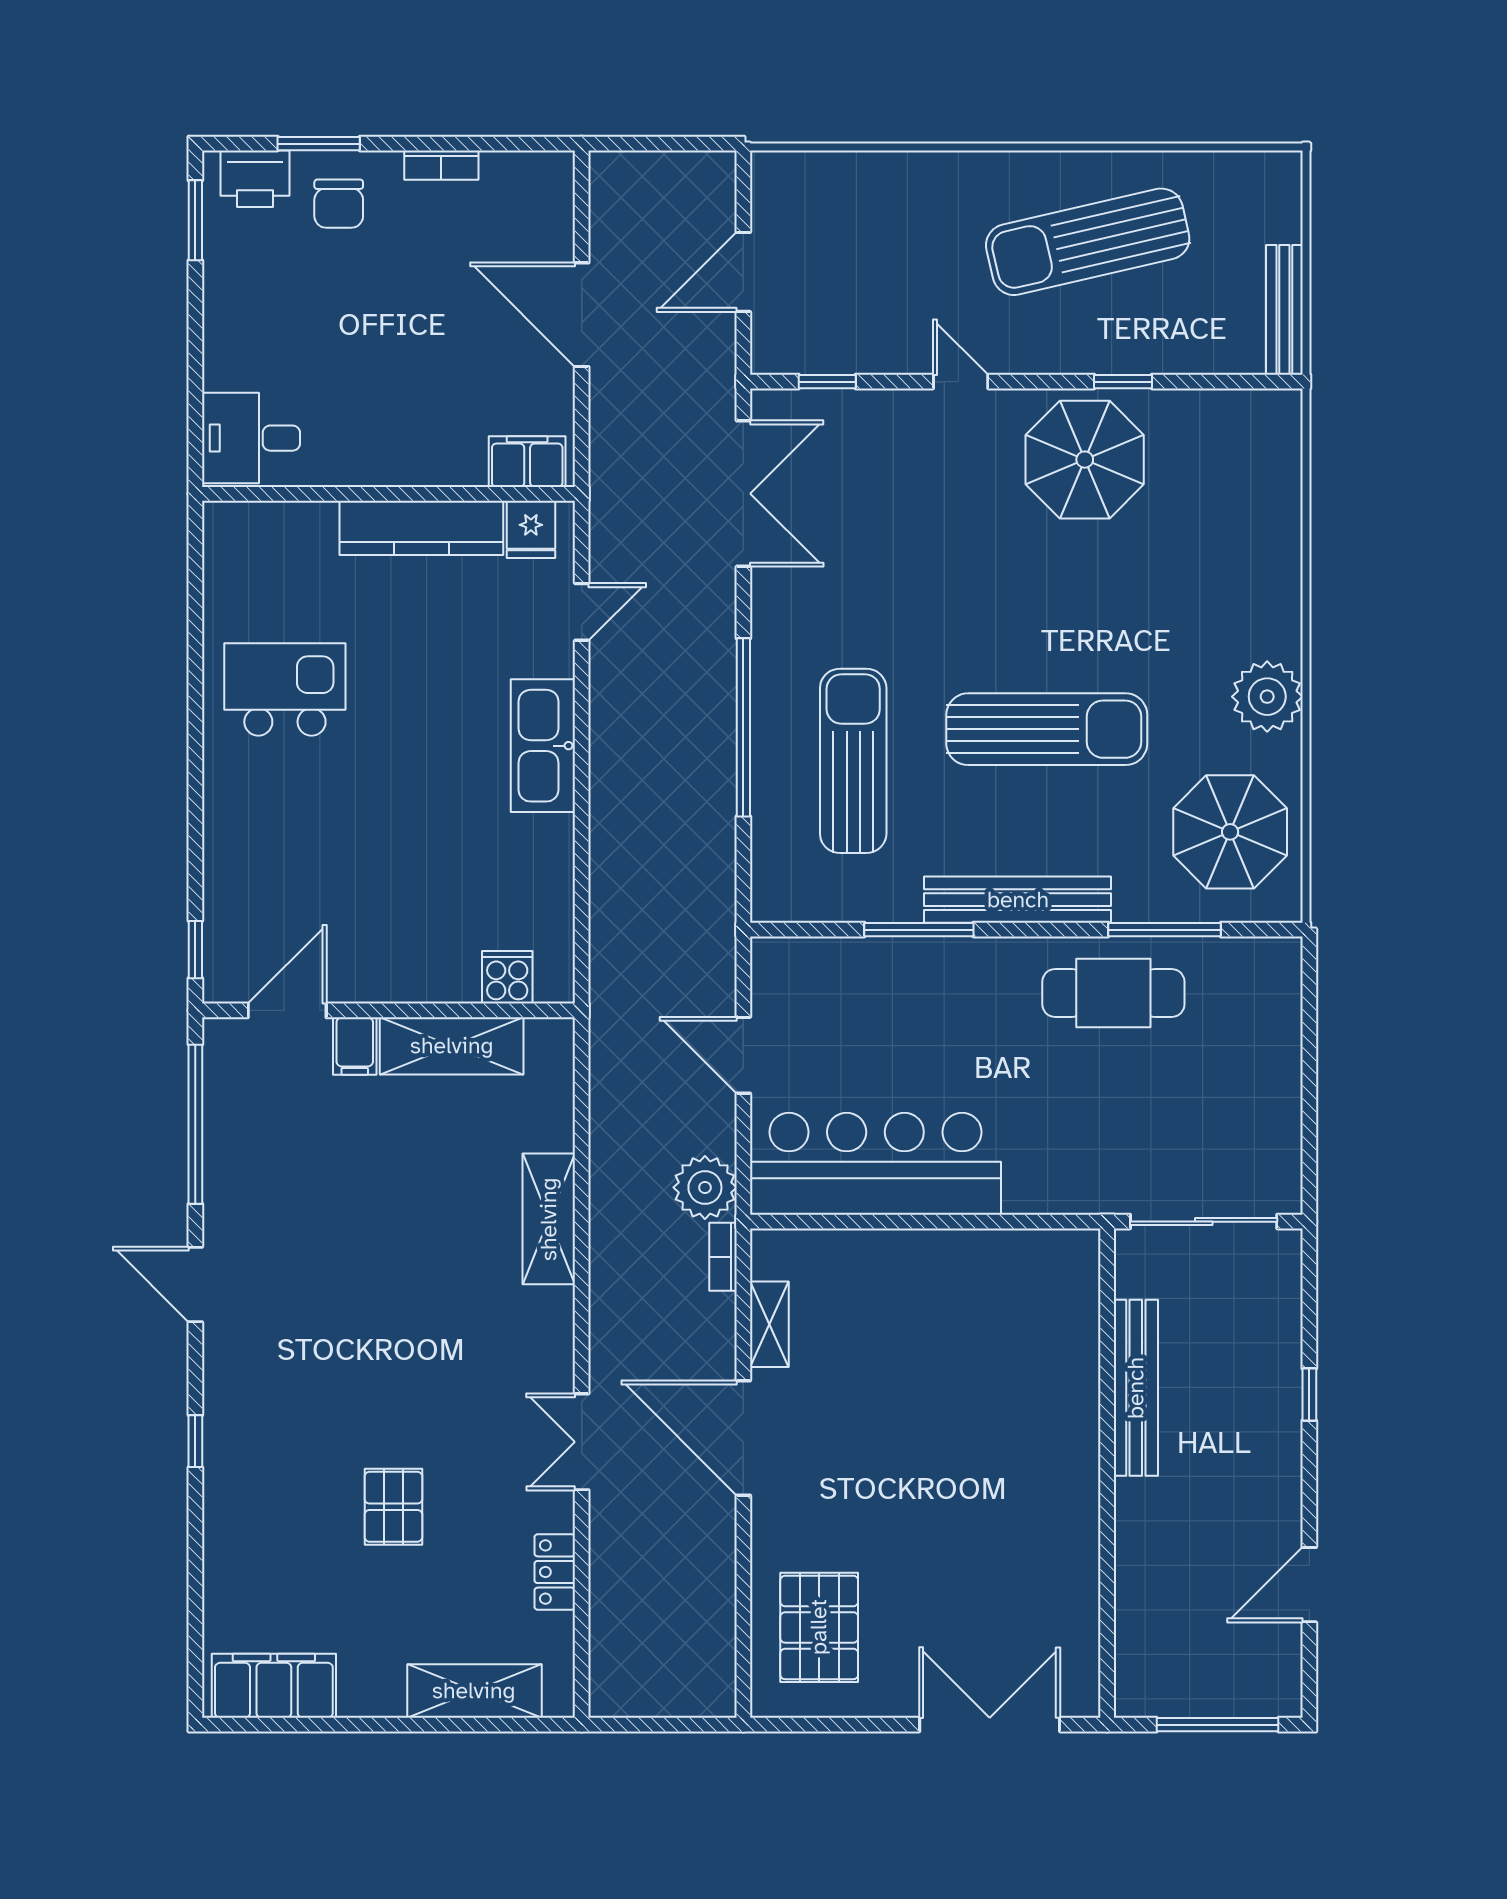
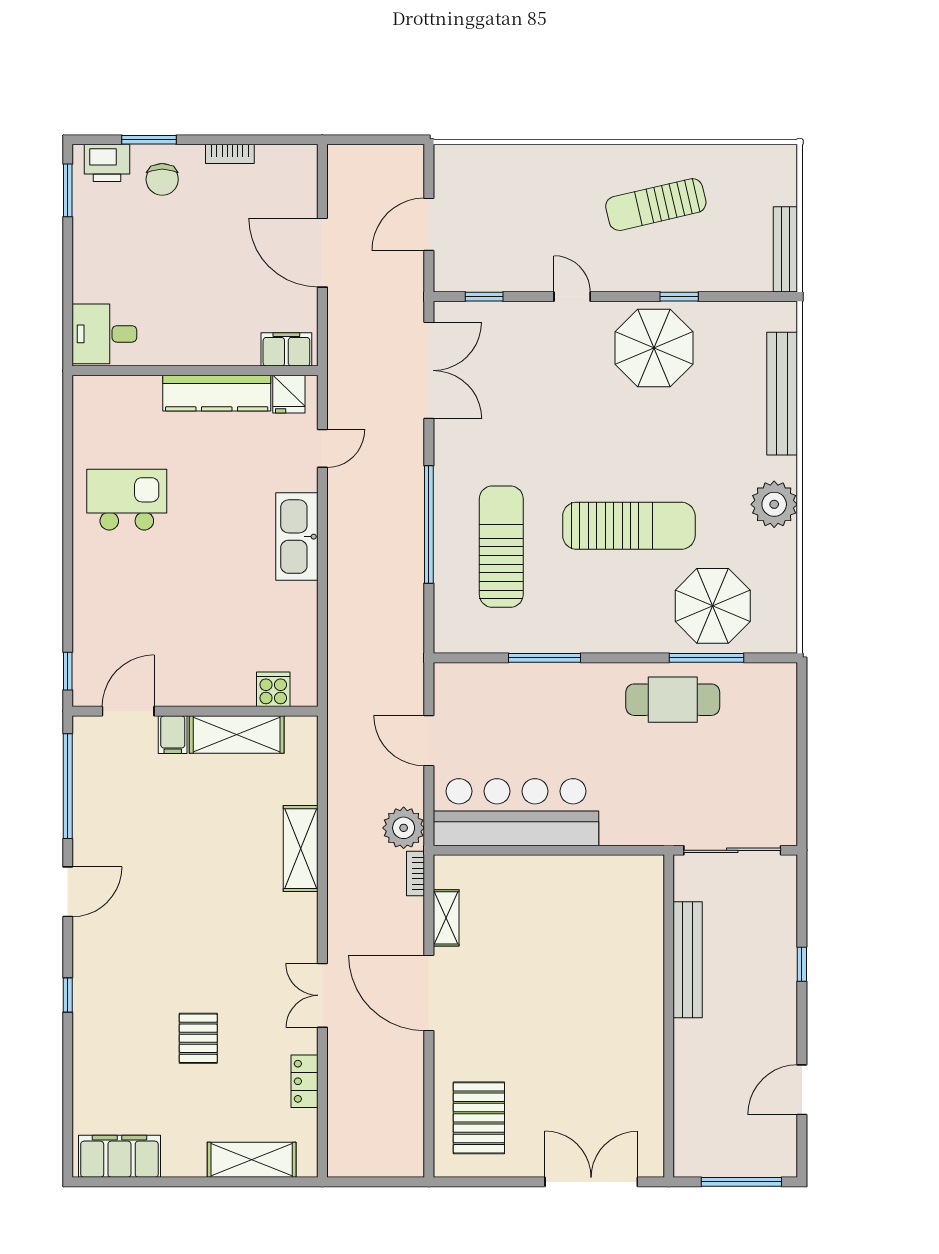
sun lounger: (1088, 242) -> (656, 205), width x0.73, depth x0.75
parasol: (1230, 832) -> (713, 606), moved
bench: (1018, 900) -> (782, 394), moved, turned 90
door: (195, 1284) -> (68, 892), swing flipped

